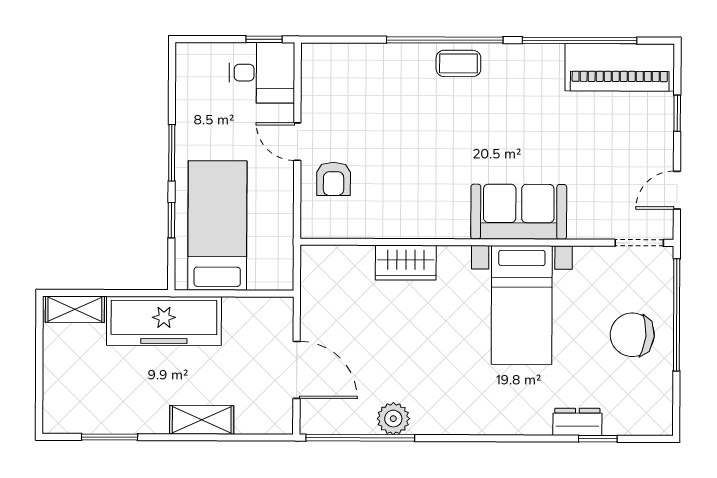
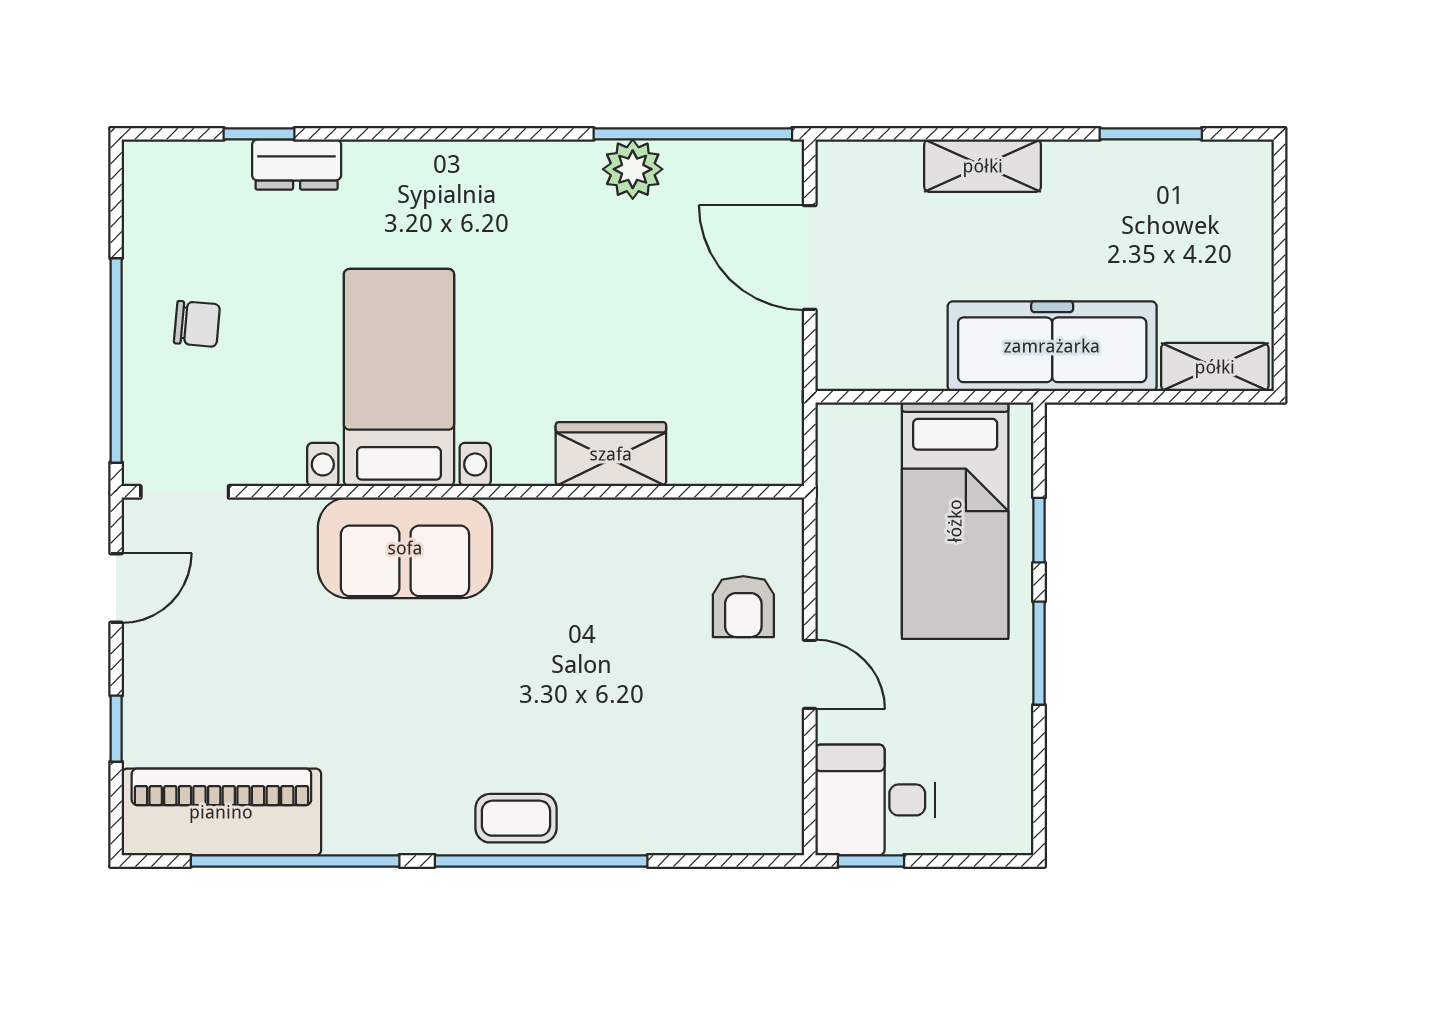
armchair: (334, 179) -> (743, 607), turned 180
chair: (632, 335) -> (197, 324), width x0.54, depth x0.54

